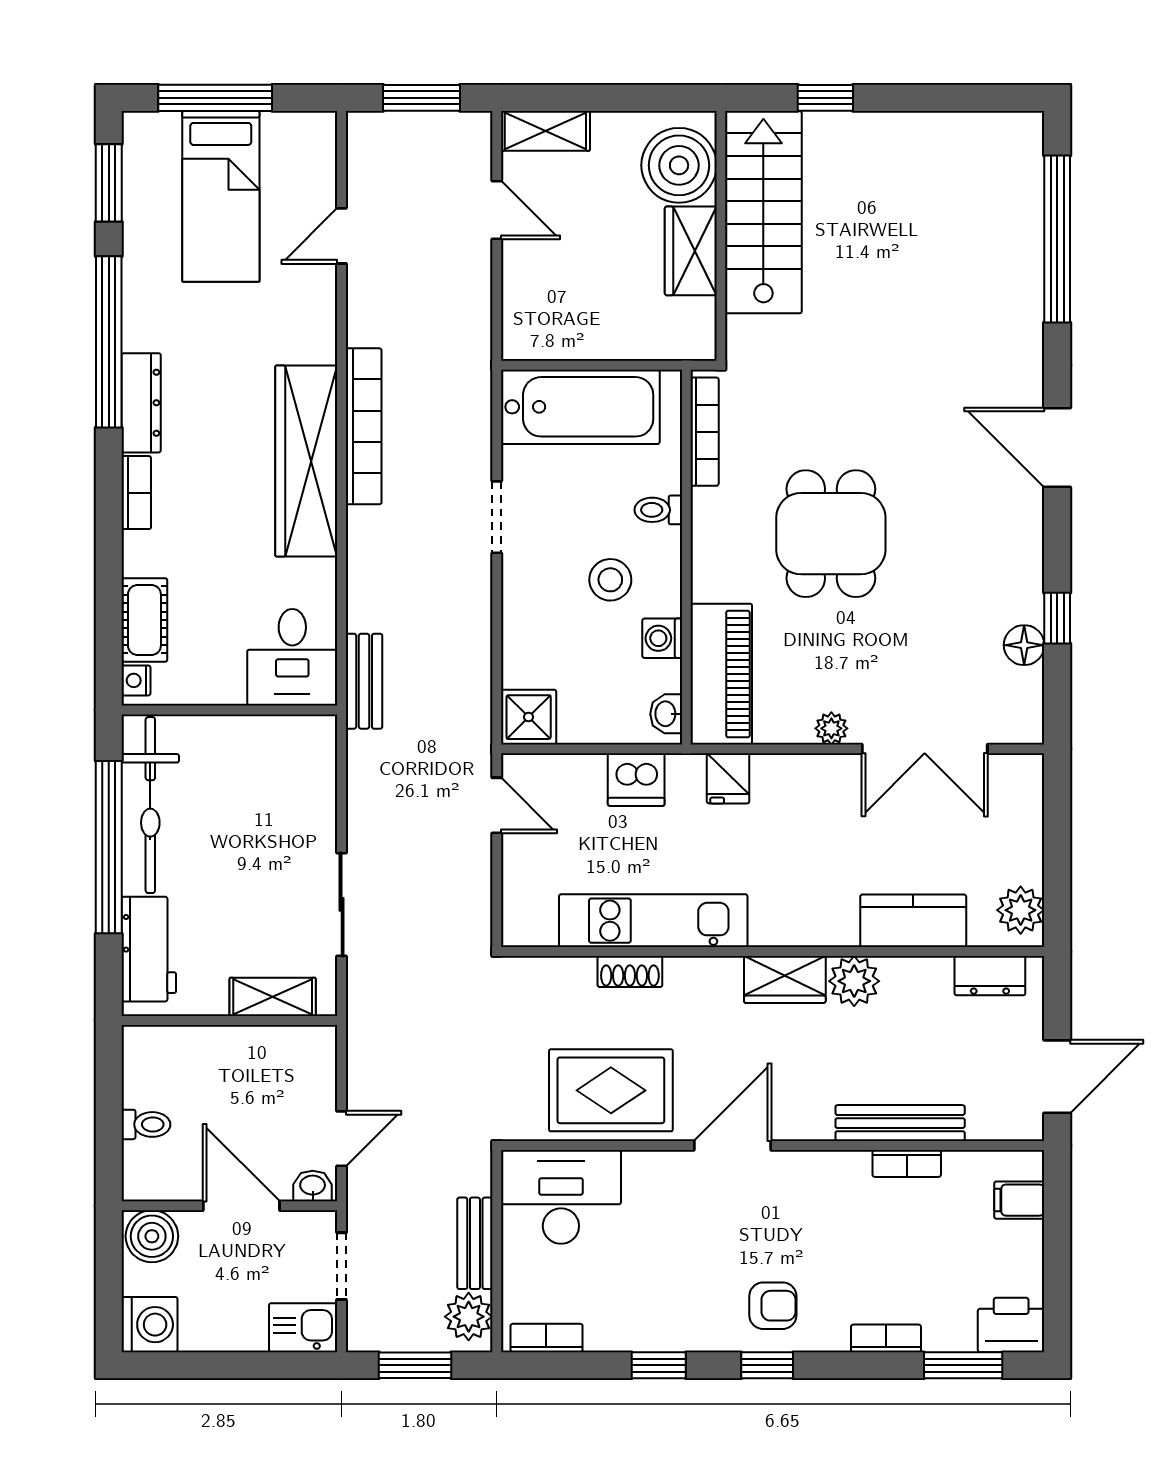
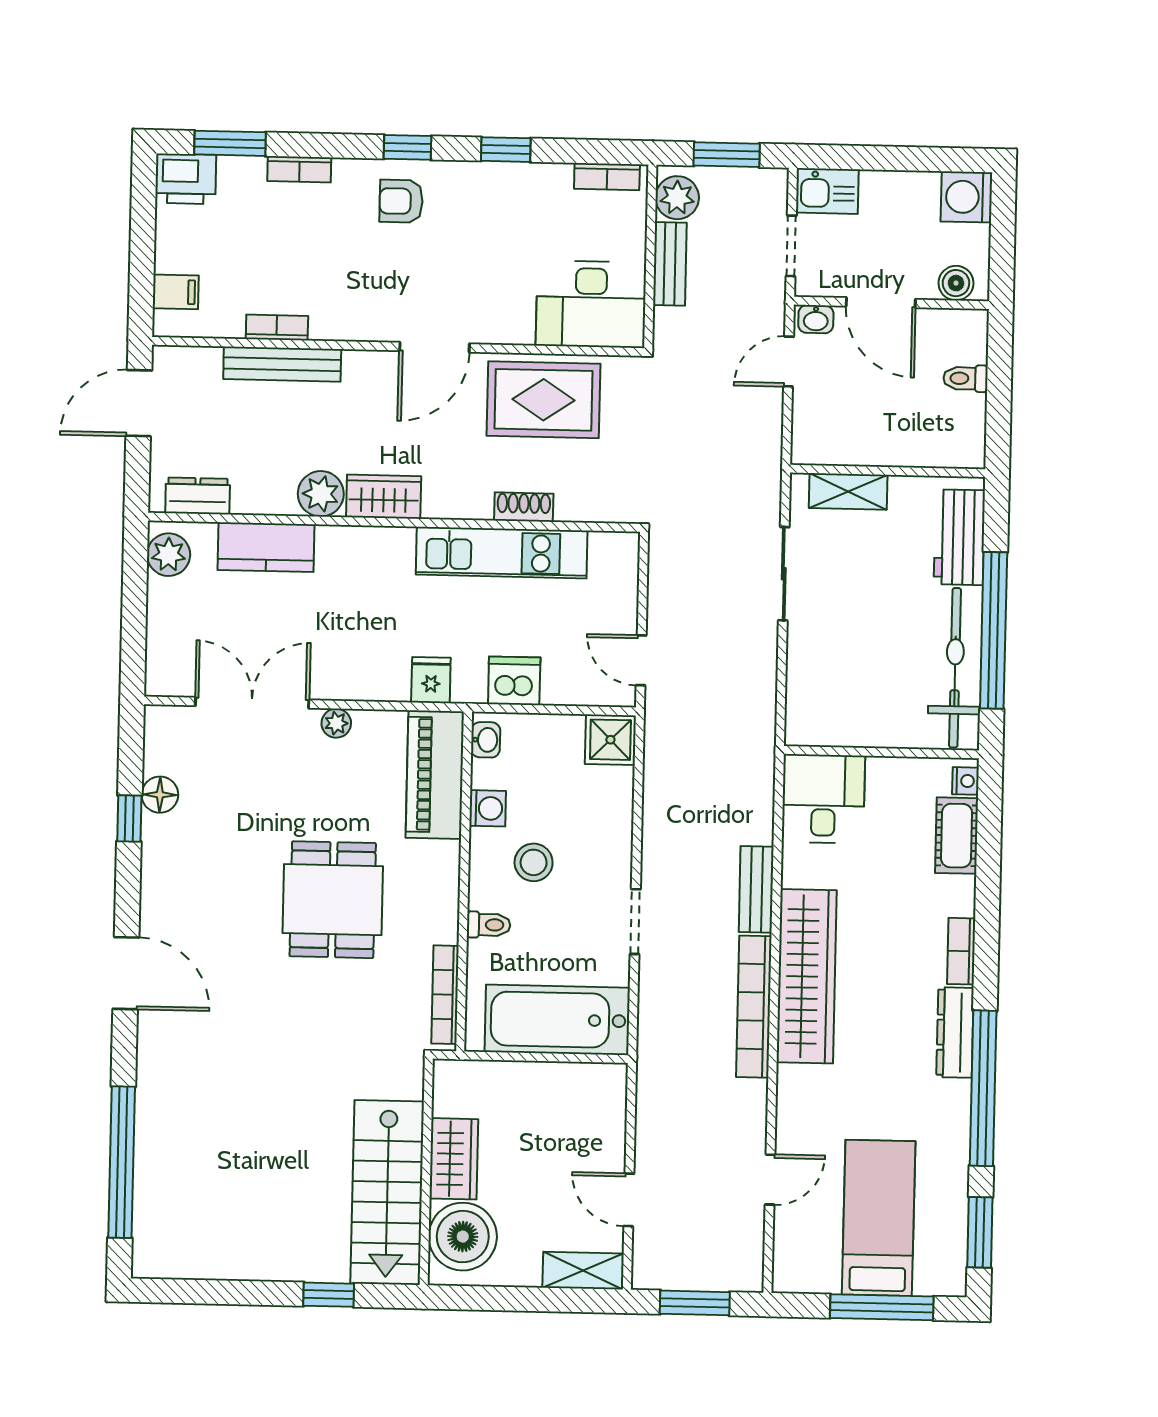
bench: (364, 681) -> (756, 889), moved
boiler: (152, 1236) -> (956, 283), width x0.73, depth x0.73

